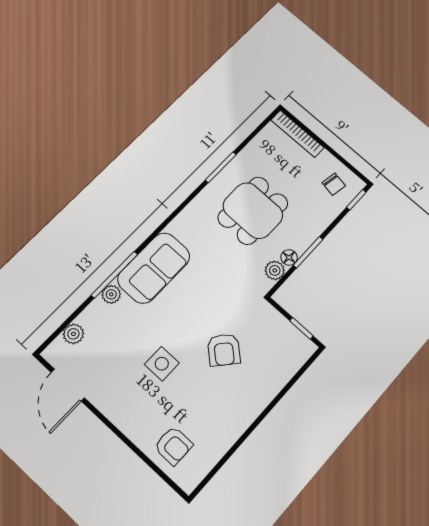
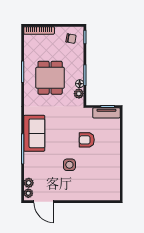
plant: (111, 294) -> (28, 193), moved
tv unit: (291, 336) -> (106, 113), added
armchair: (224, 350) -> (87, 140), turned 139
armchair: (173, 446) -> (100, 189), removed

